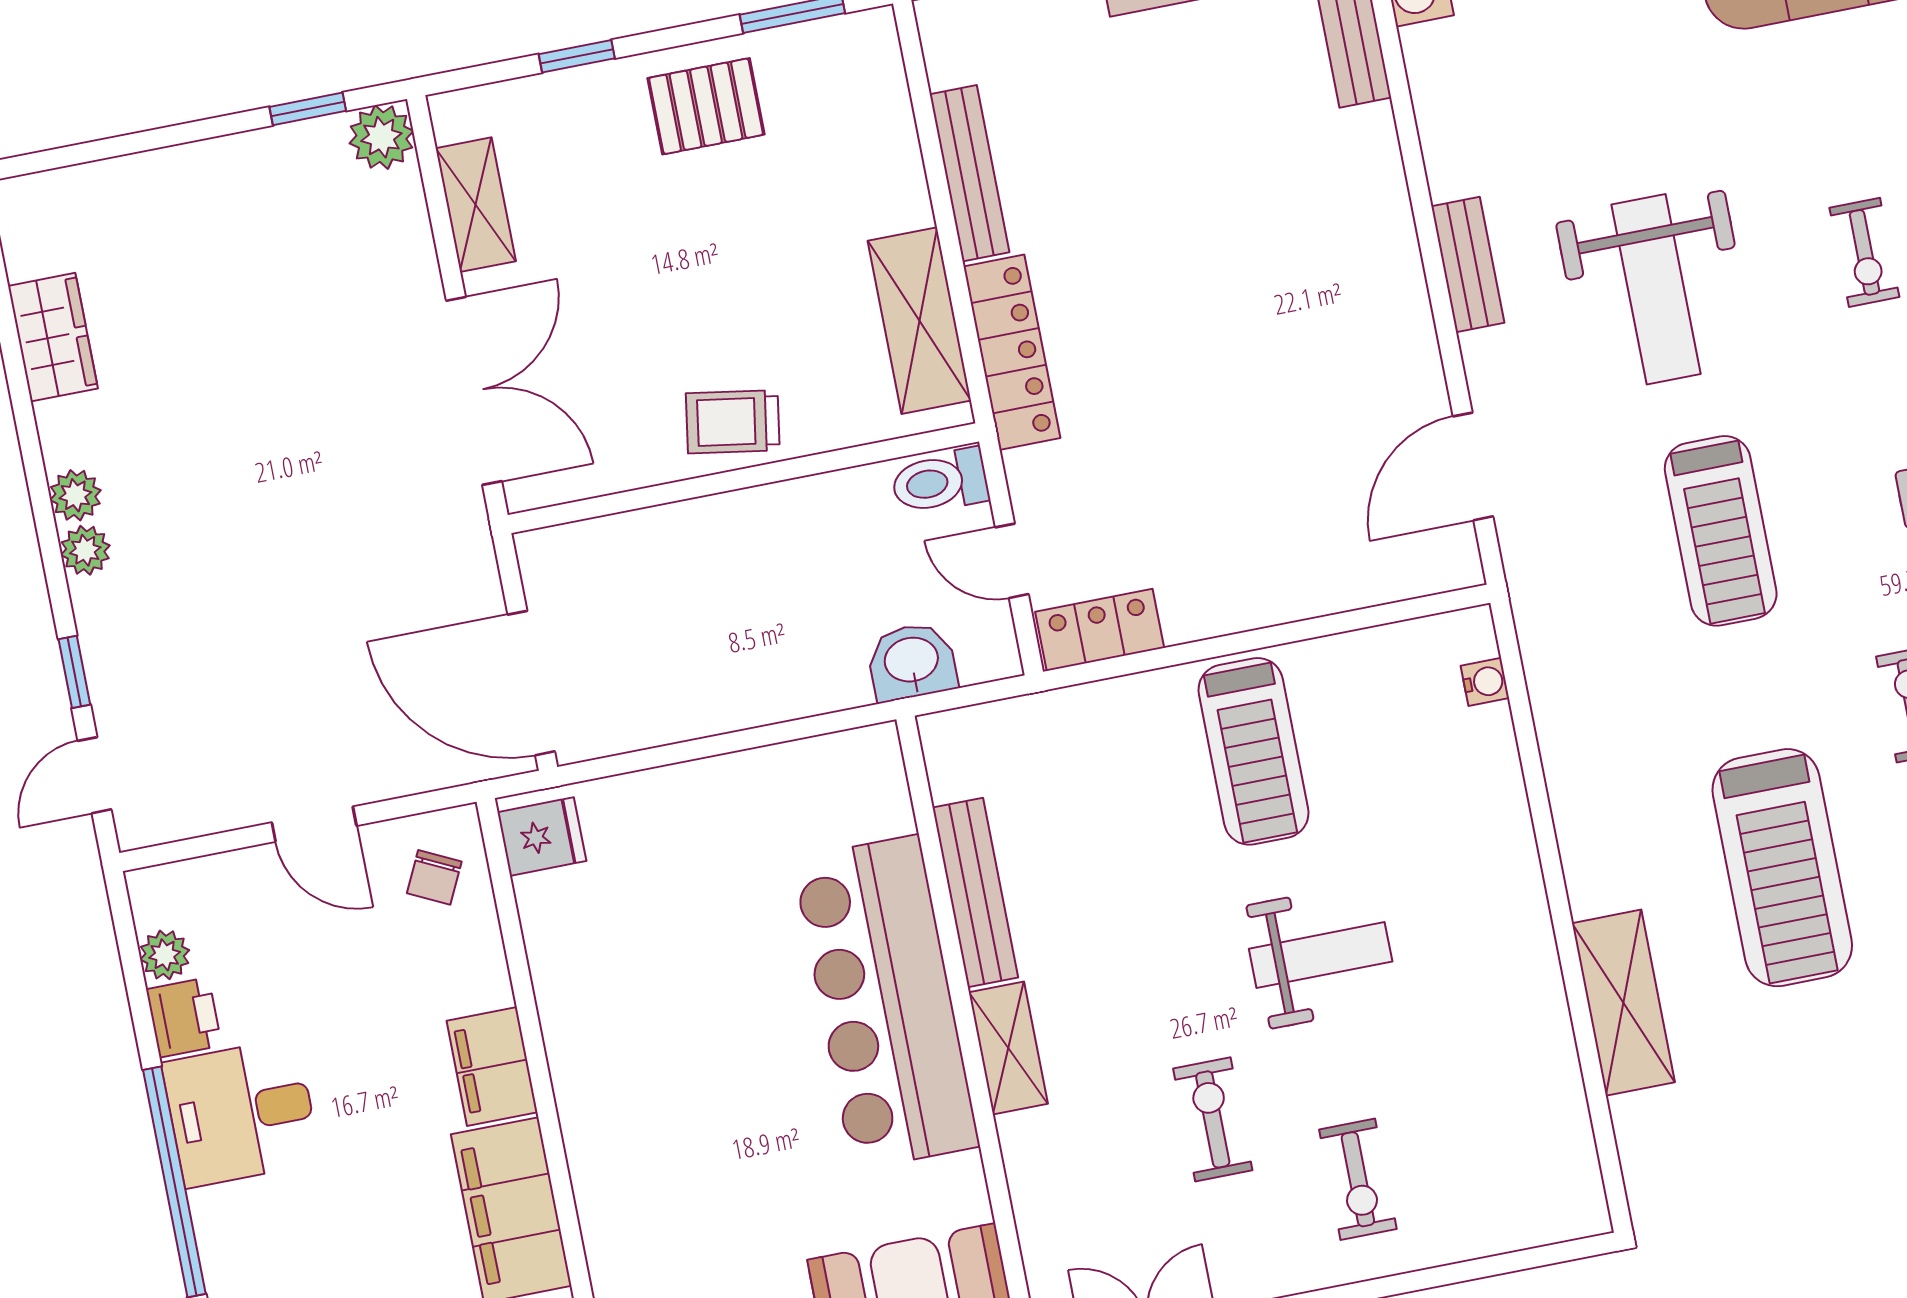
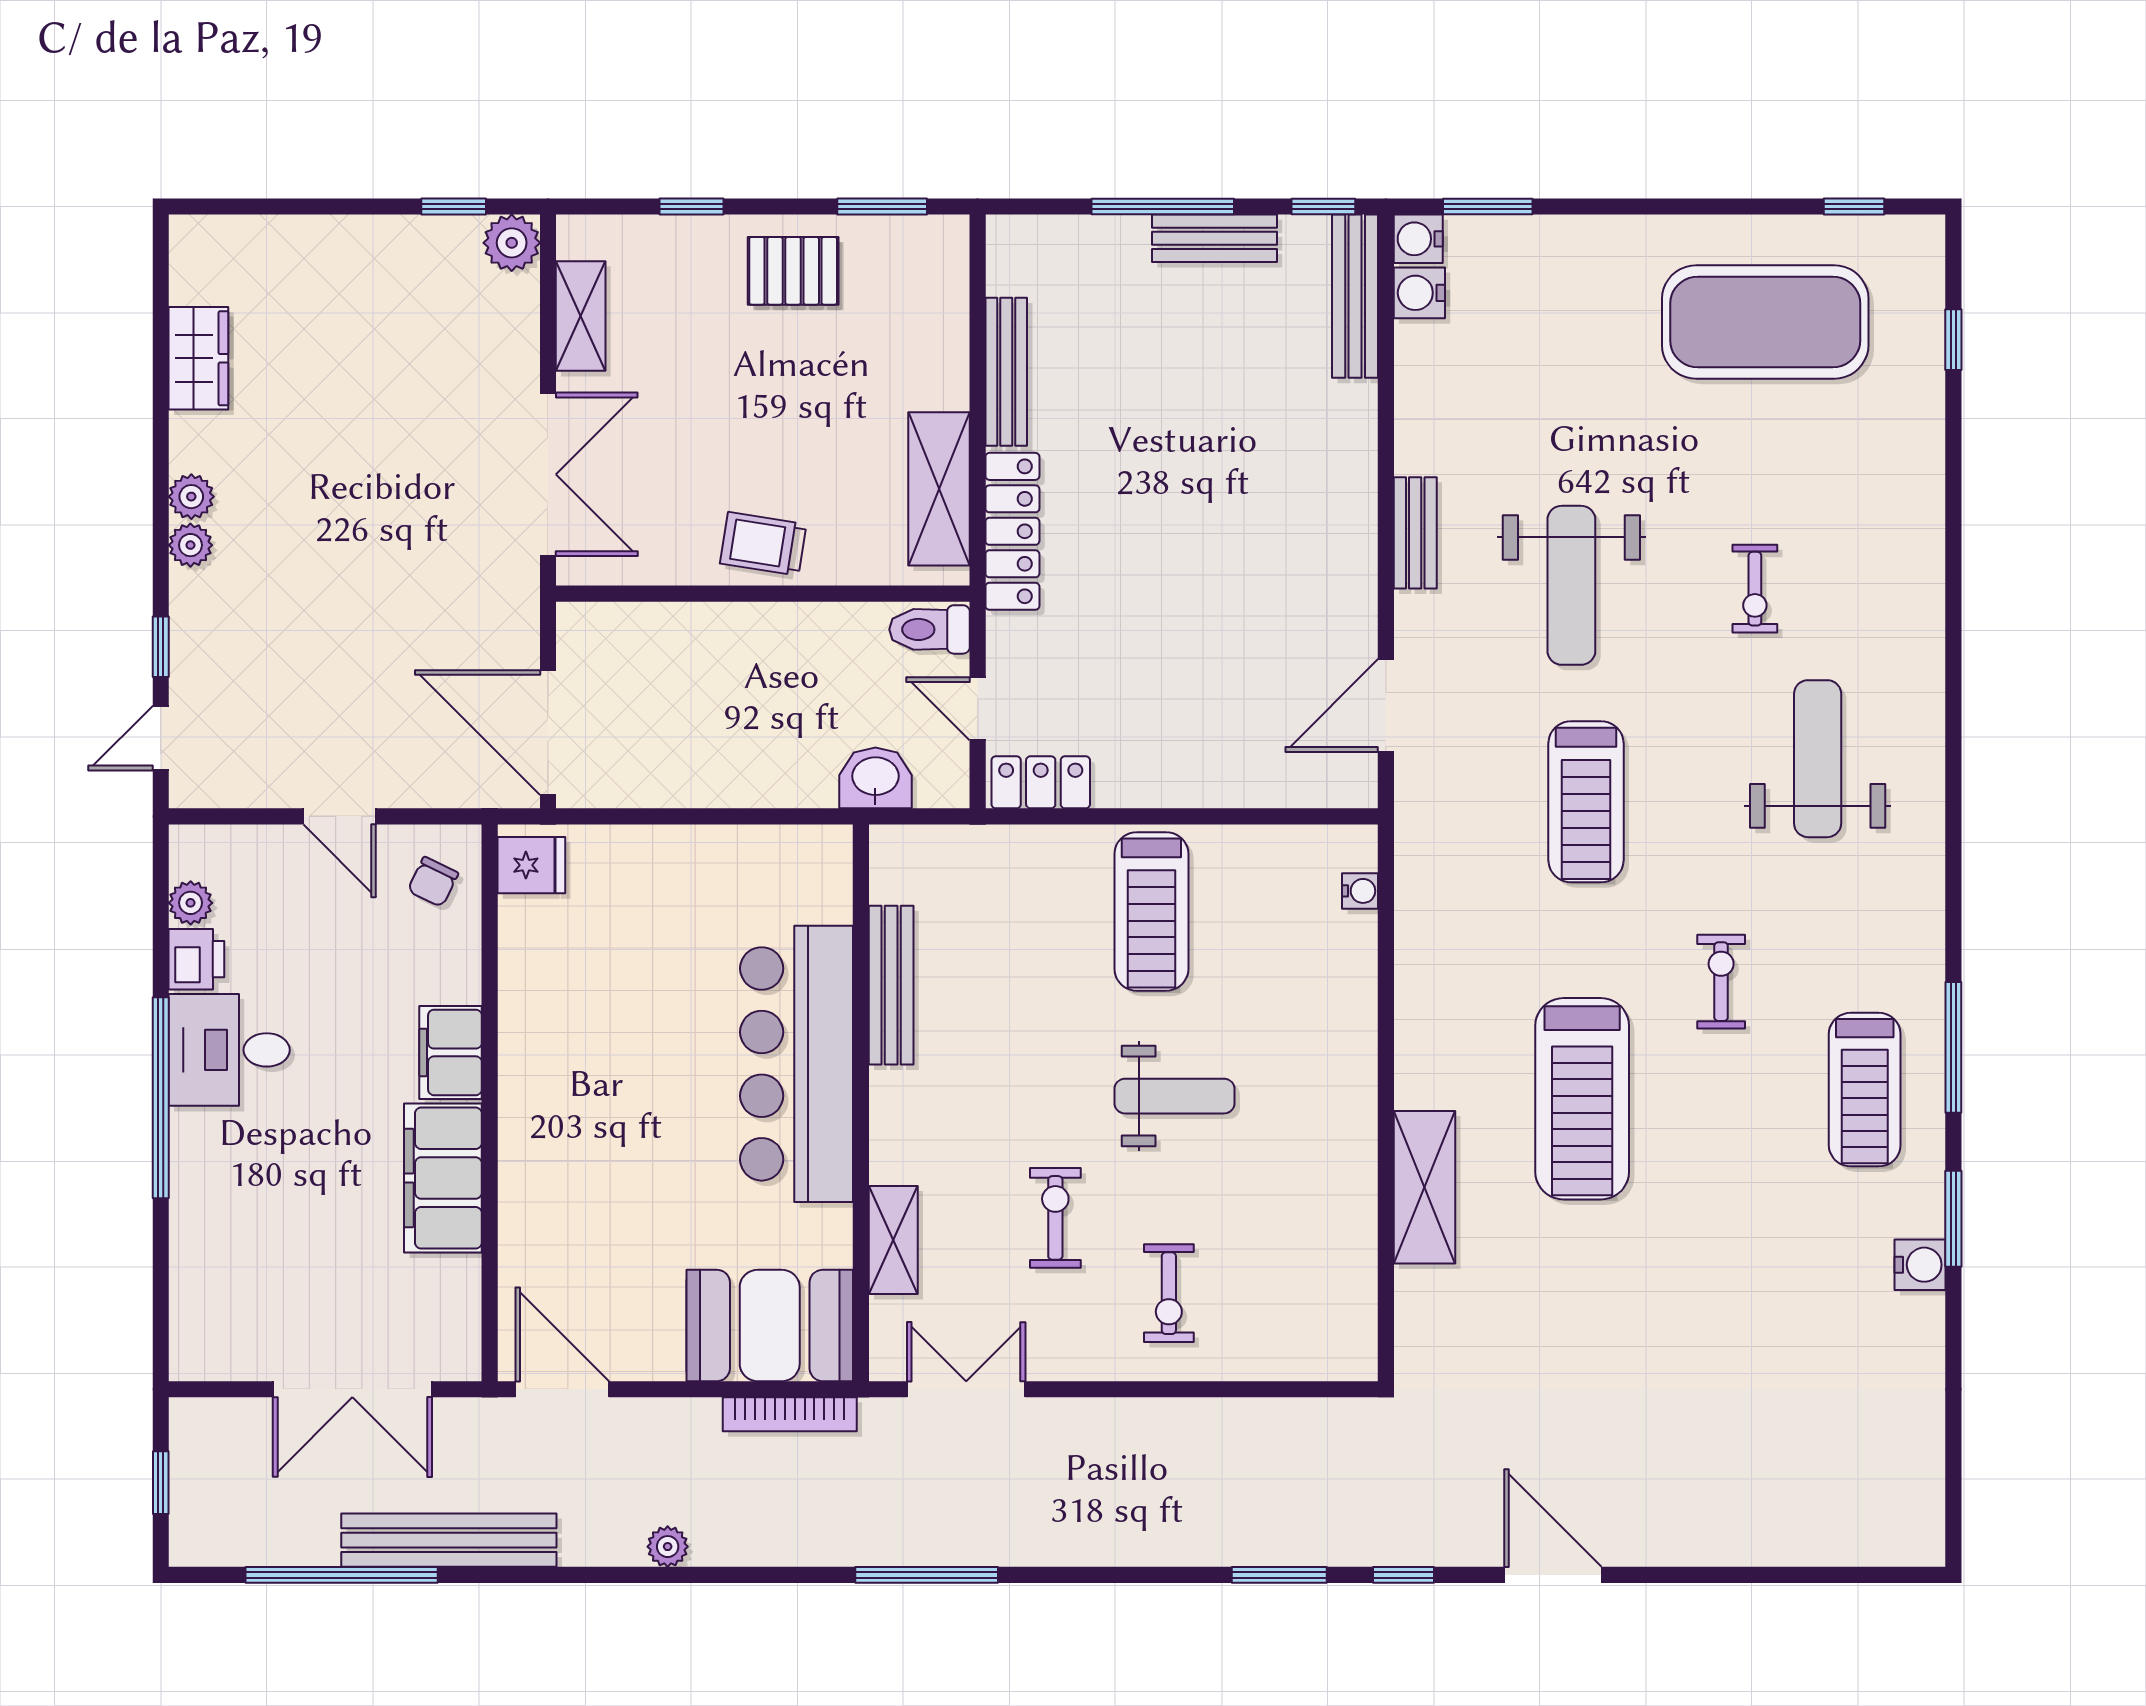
shelving: (1008, 1048) -> (893, 1240), moved

